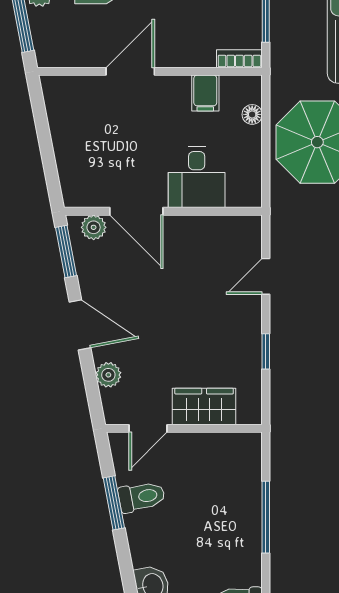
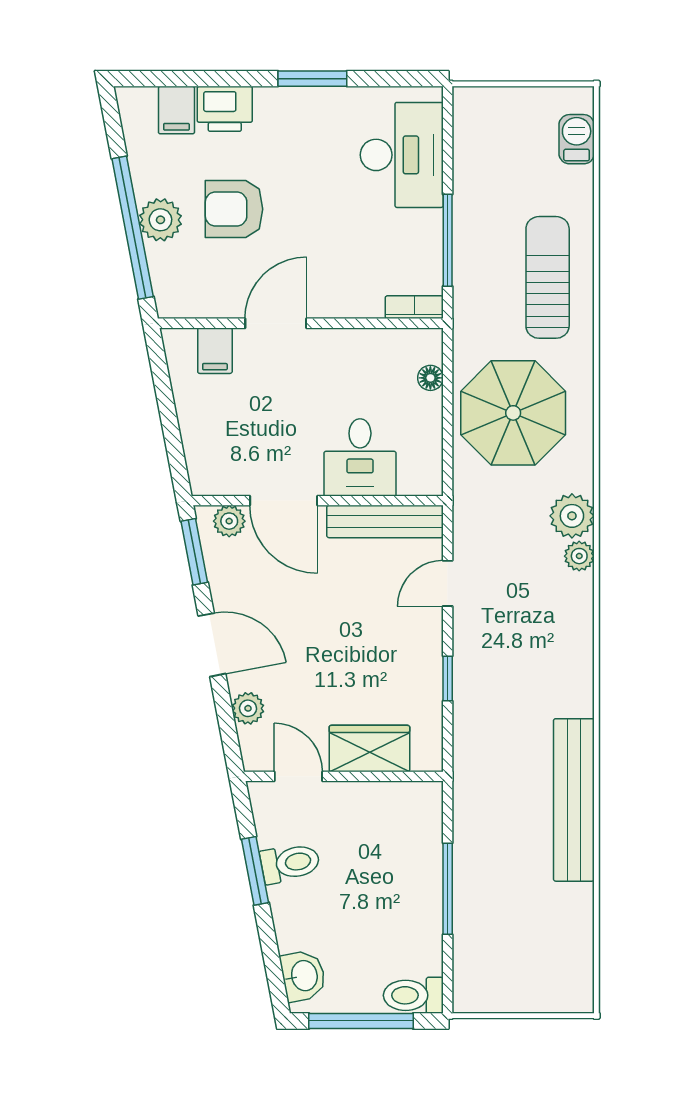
filing cabinet: (205, 93) -> (215, 351), moved
bench: (216, 228) -> (385, 522), added
door: (148, 428) -> (298, 776), swing flipped

